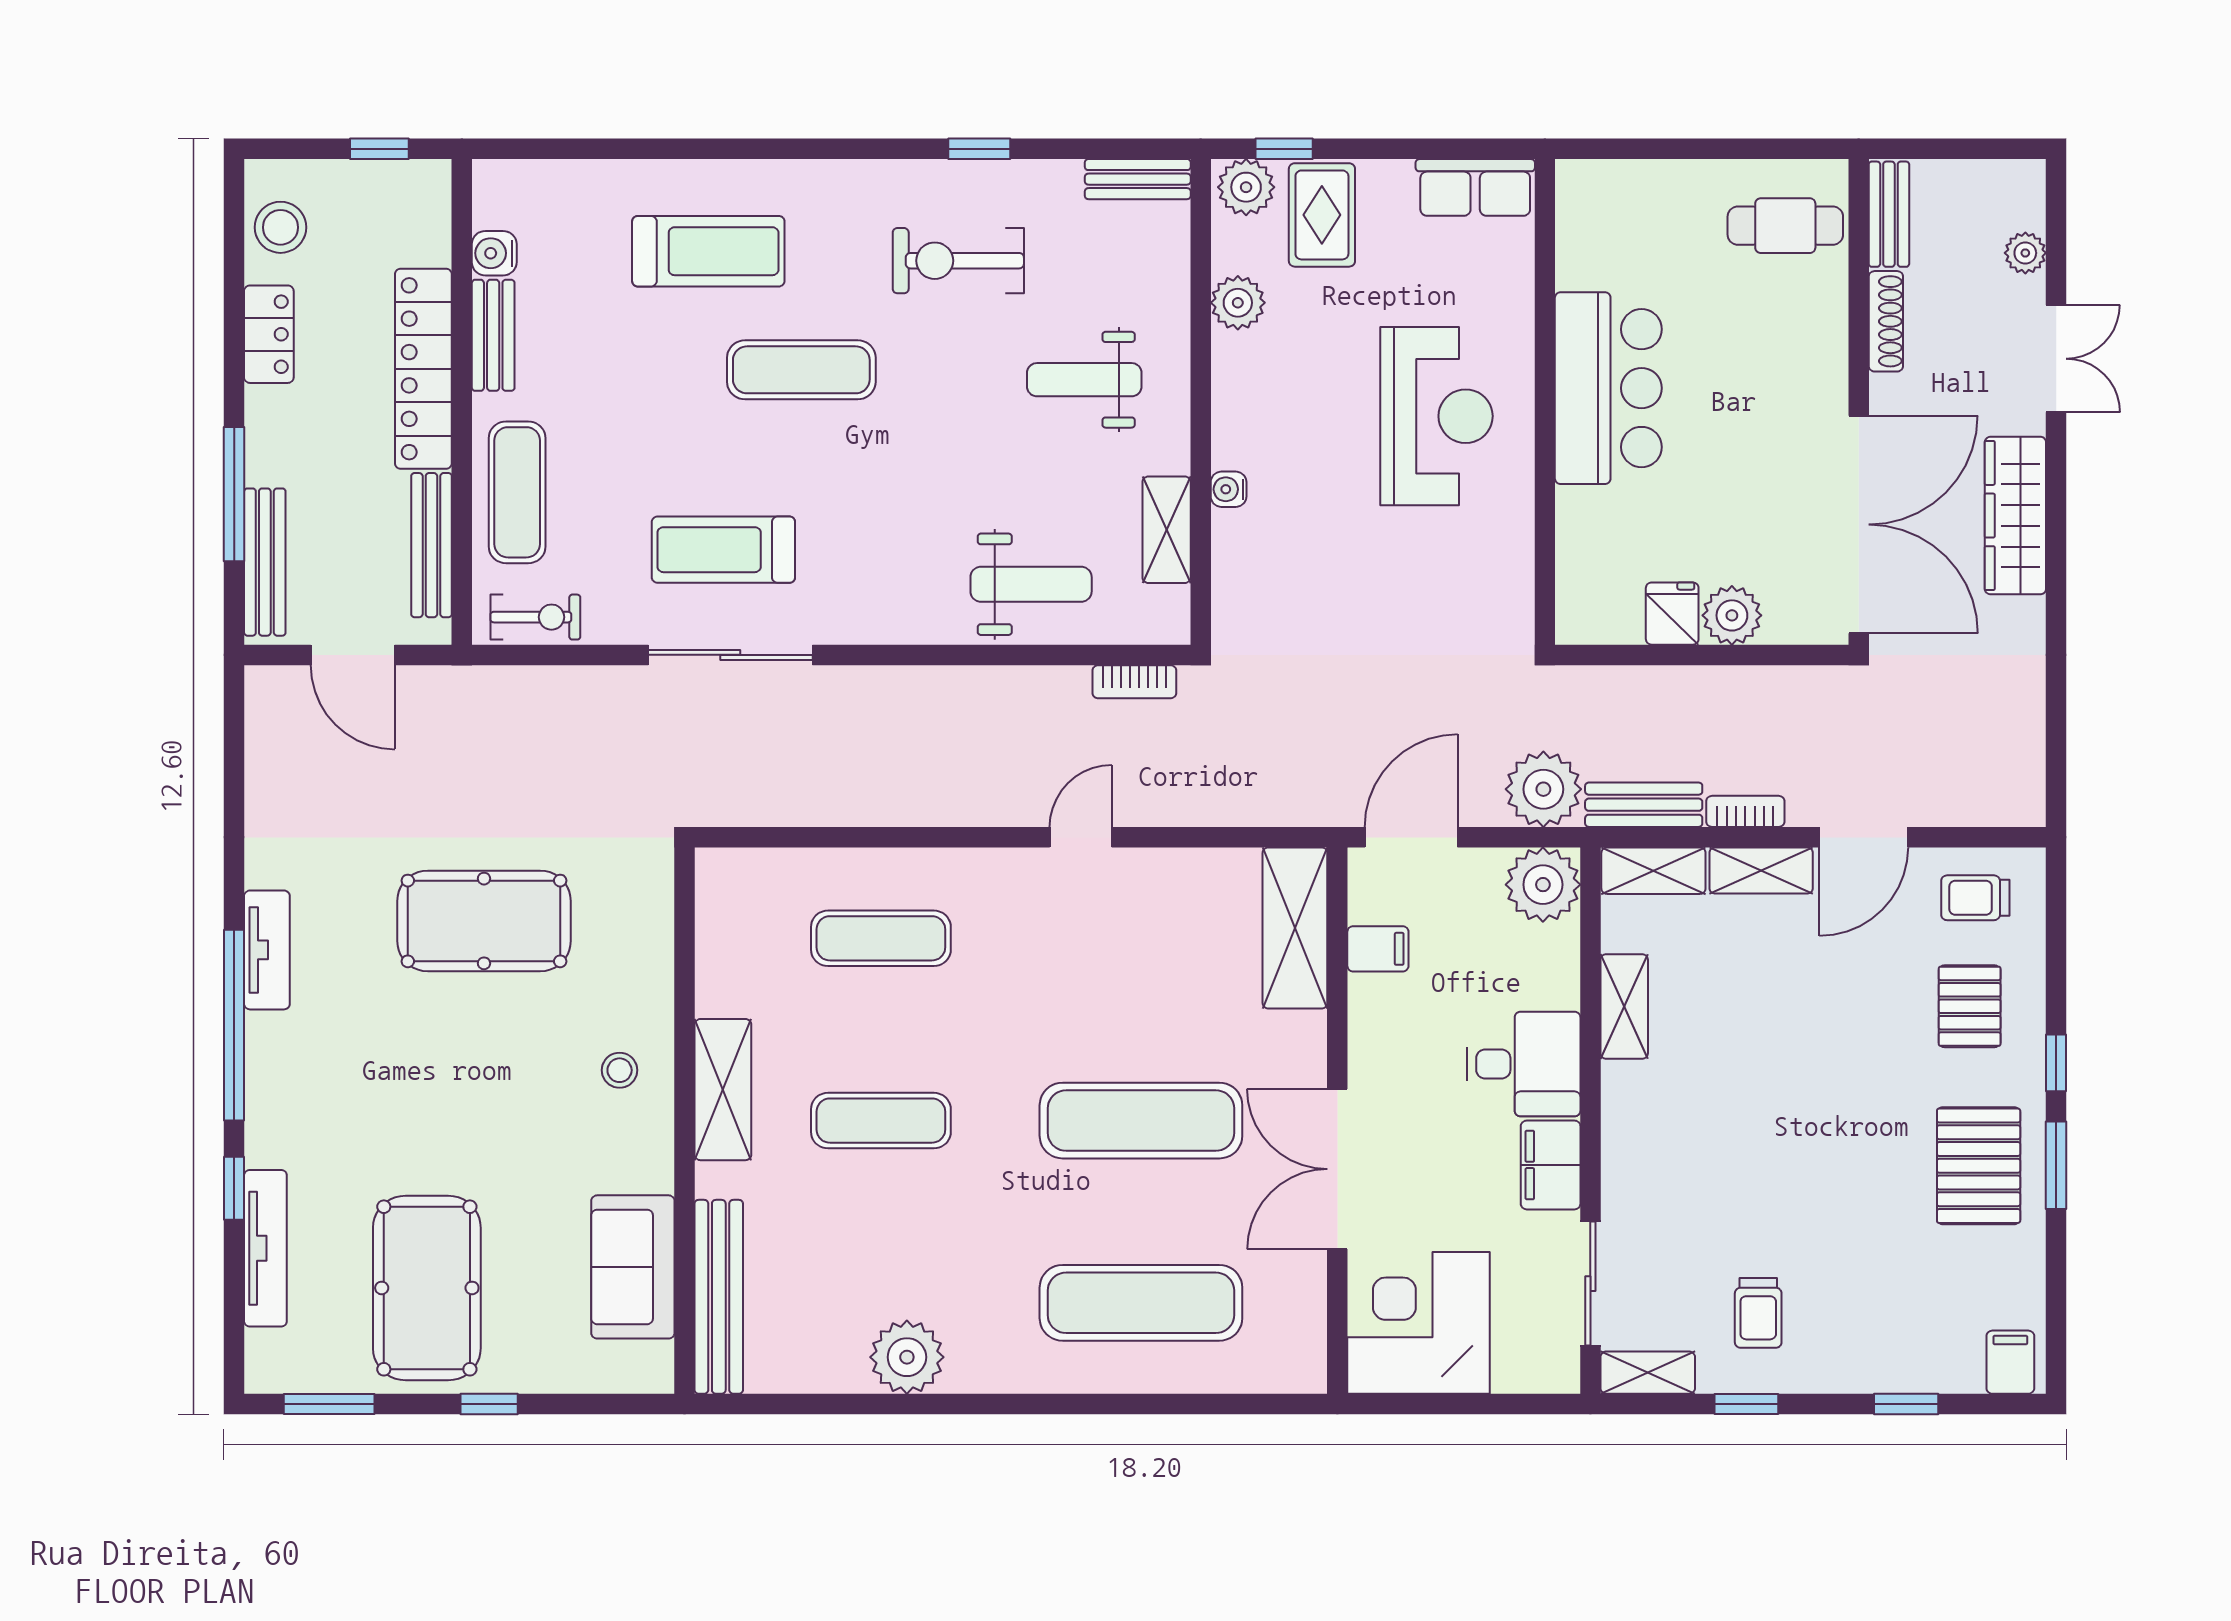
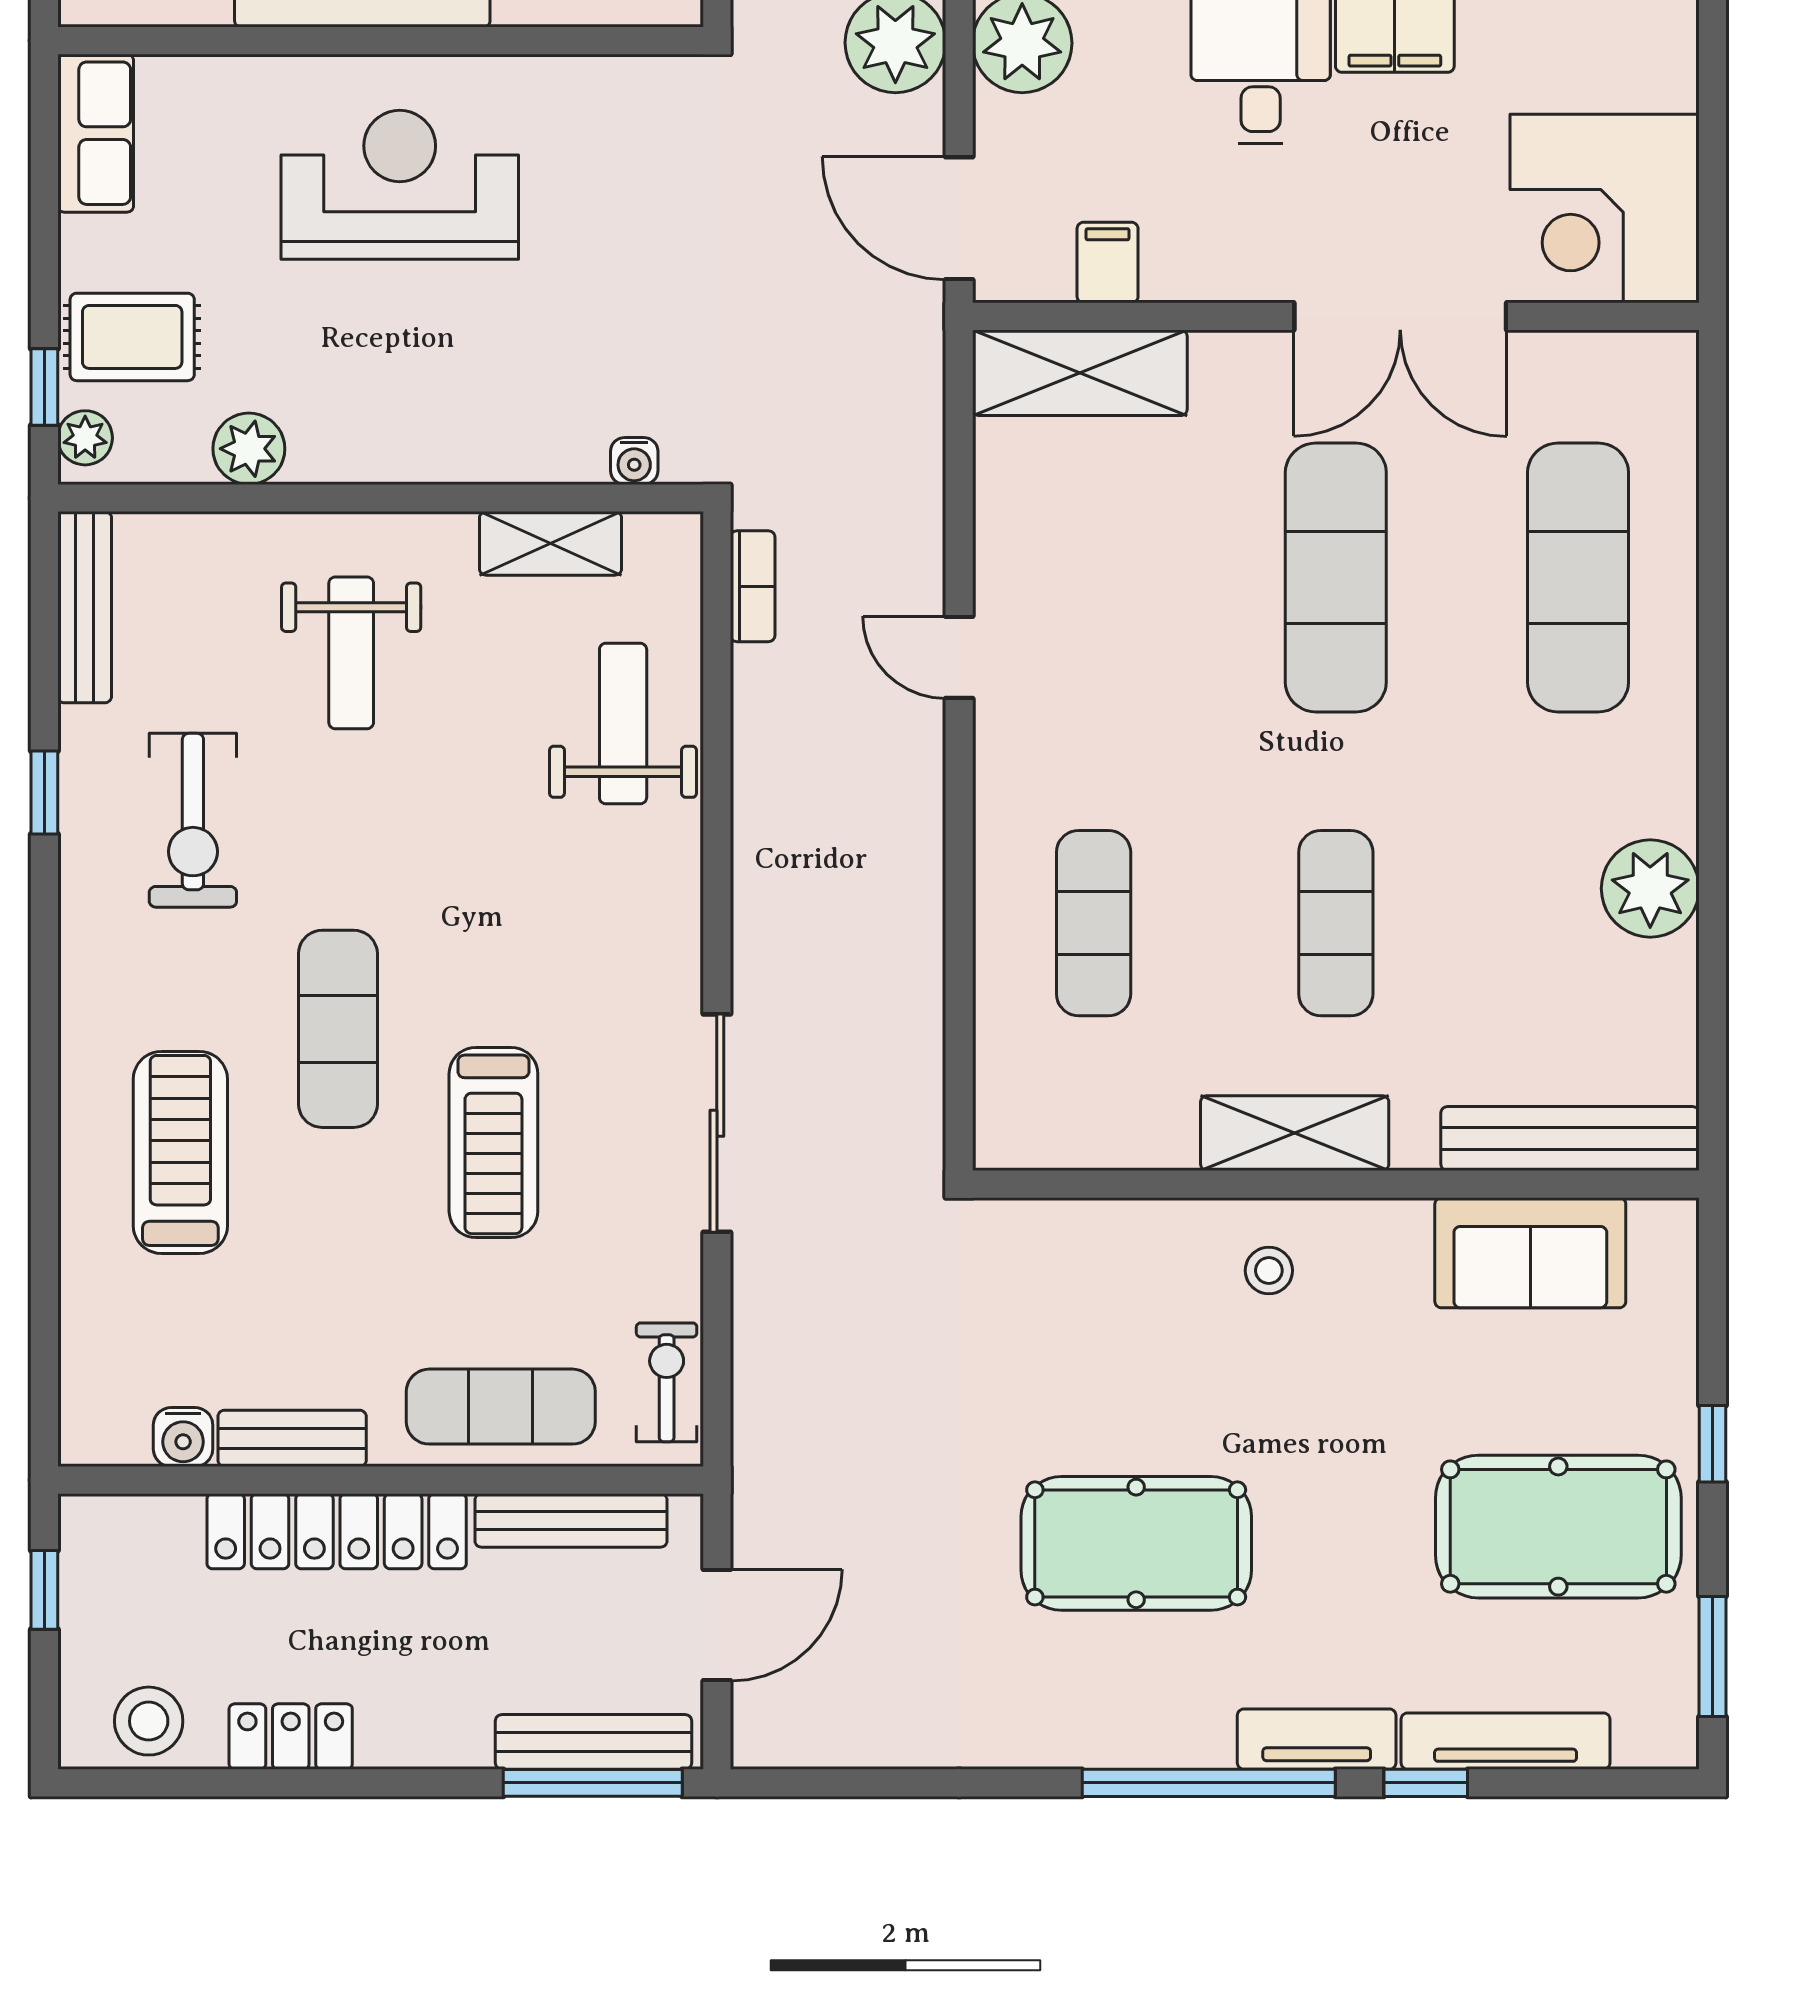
bench: (1138, 179) -> (85, 607), width x1.36
plant: (1246, 187) -> (85, 438), width x0.73, depth x0.73
water cooler: (1229, 489) -> (634, 461), moved
window: (234, 494) -> (593, 1783), moved
treadmill: (723, 550) -> (493, 1142), moved
pool table: (484, 921) -> (1136, 1543), moved, turned 90
tv unit: (267, 950) -> (1317, 1739), moved

